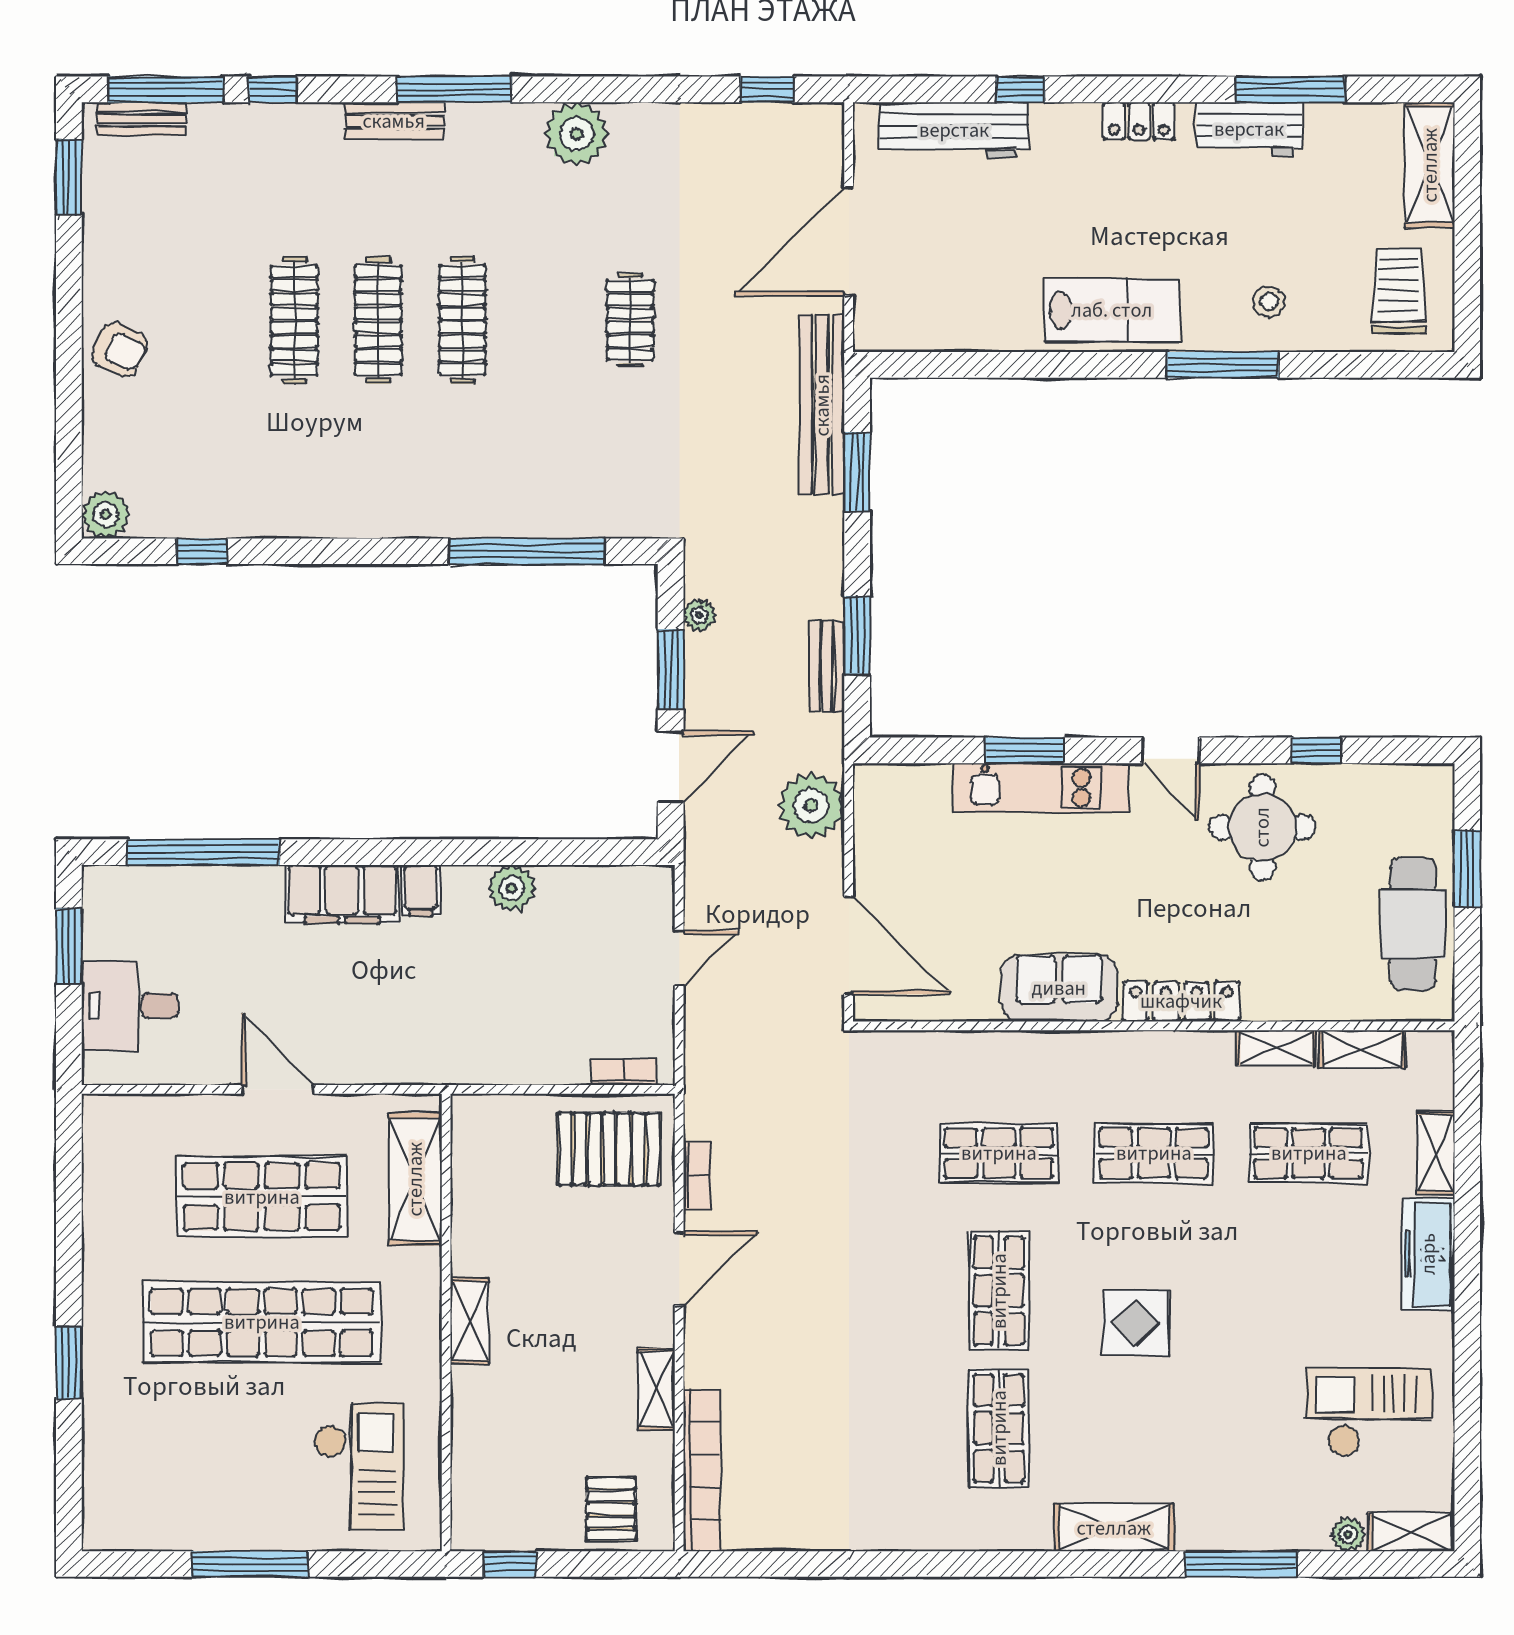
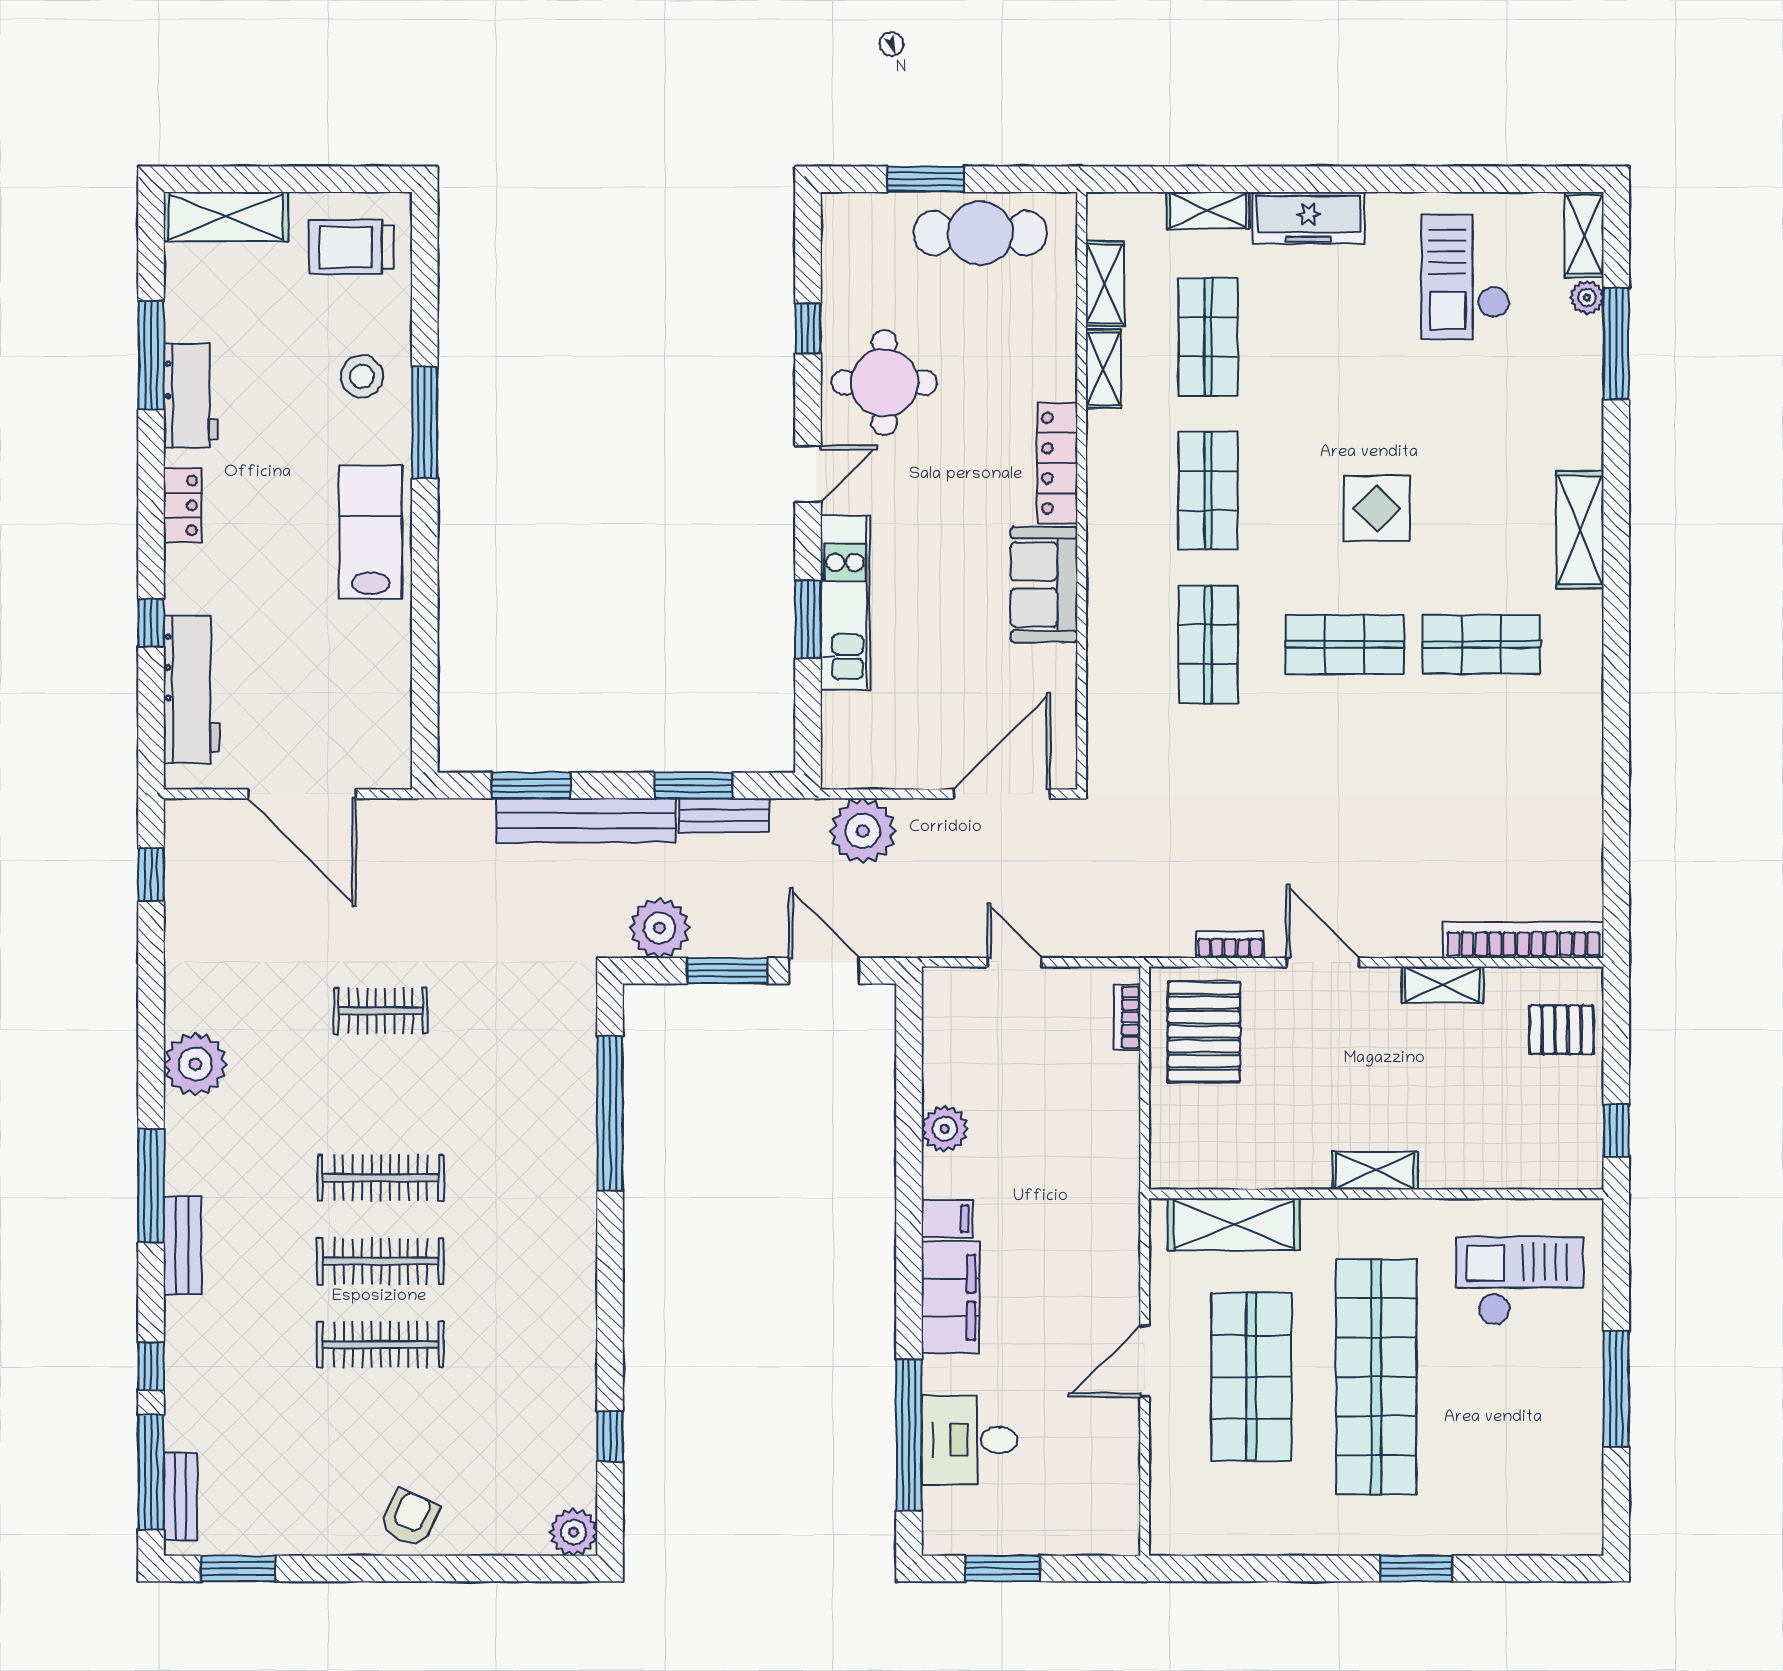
stool: (1269, 302) -> (362, 376), width x1.37, depth x1.37
bench: (822, 405) -> (586, 820), moved
plant: (699, 615) -> (660, 928), width x1.88, depth x1.88
desk: (130, 1006) -> (970, 1440), moved, turned 90
window: (1241, 1564) -> (1616, 344), moved

